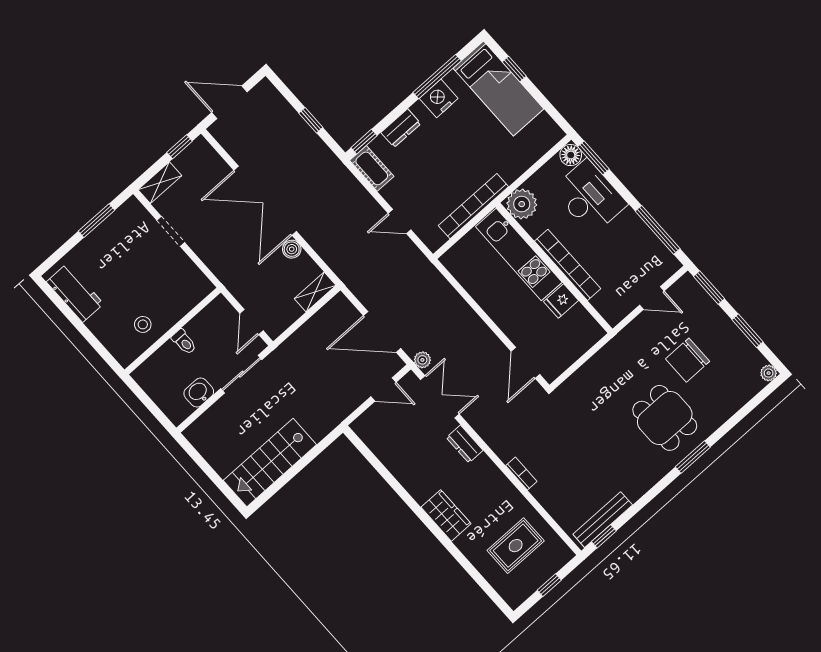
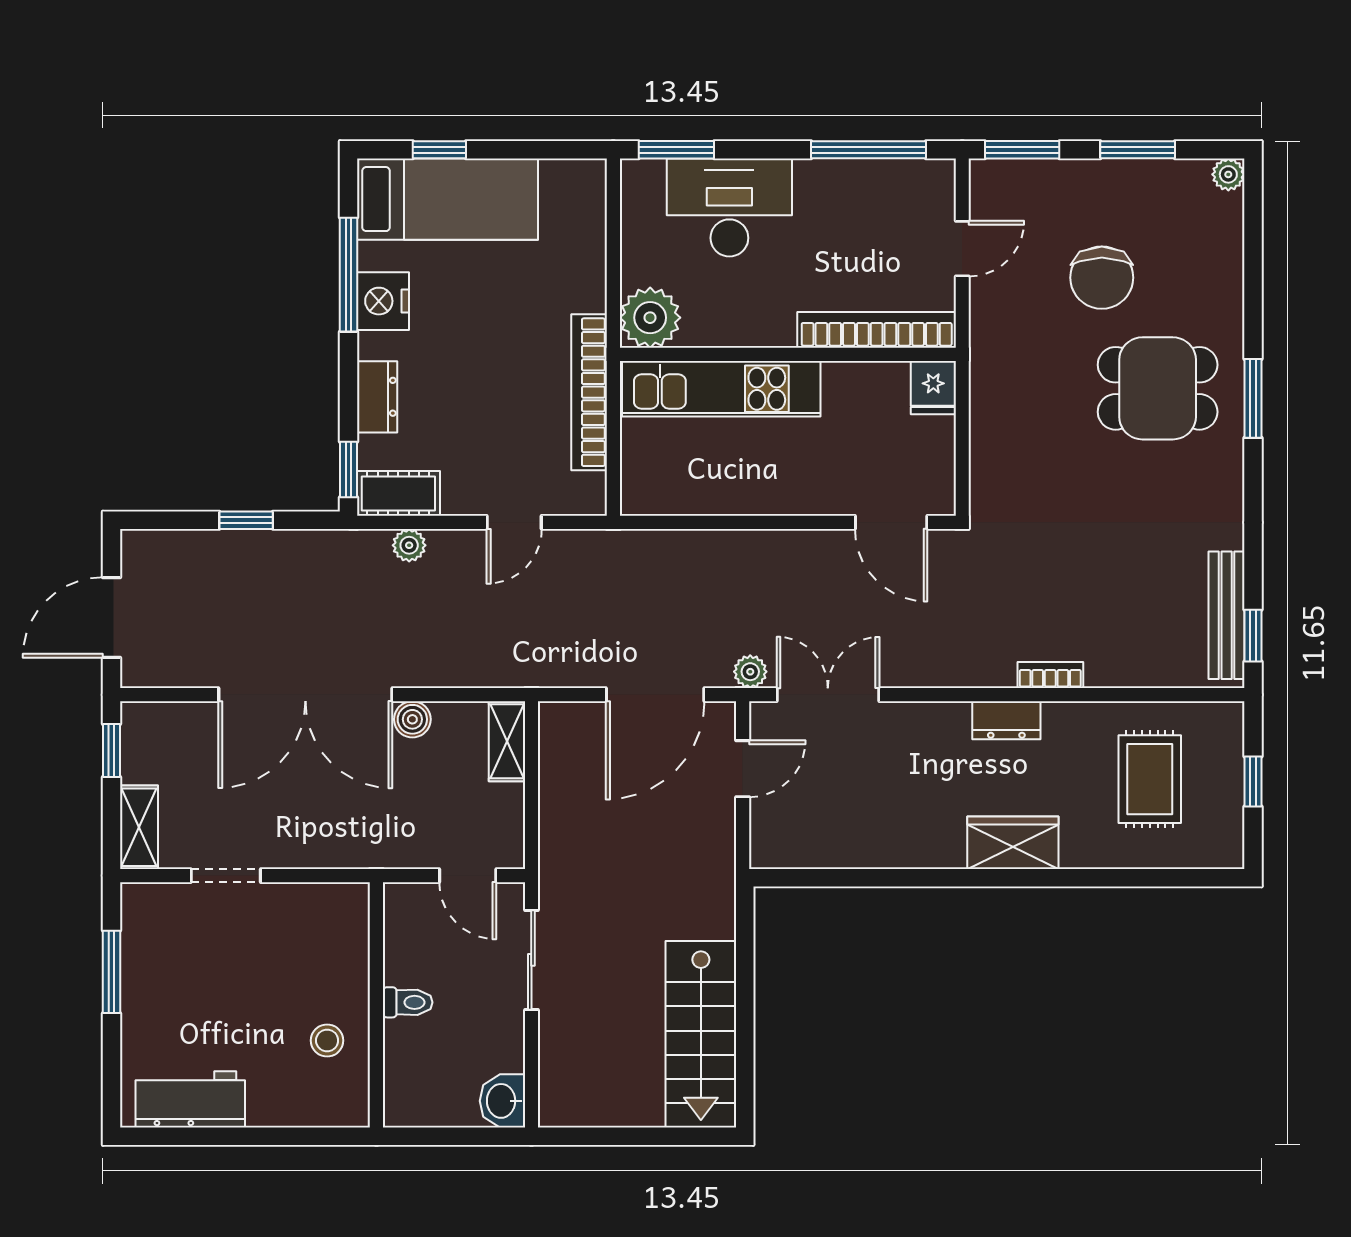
floor lamp: (571, 155) -> (642, 180), removed
plant: (356, 190) -> (409, 545), added
bookcase: (568, 265) -> (877, 330), moved
fridge: (561, 301) -> (933, 388), moved
washbasin: (199, 393) -> (502, 1101), moved
dresser: (465, 444) -> (1006, 720), moved

